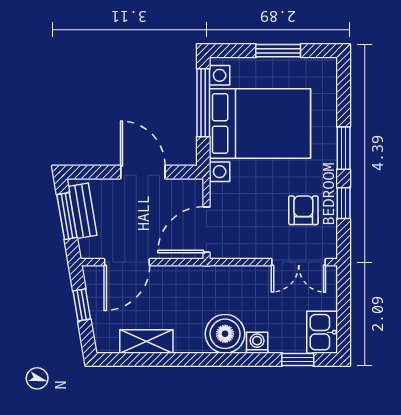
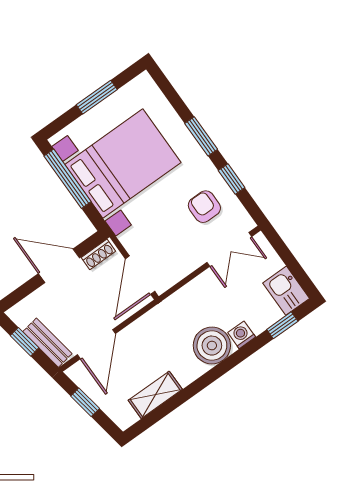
shoe rack: (183, 186) -> (98, 254), added
bench: (83, 211) -> (47, 343), moved
window: (67, 216) -> (24, 342), width x0.67

